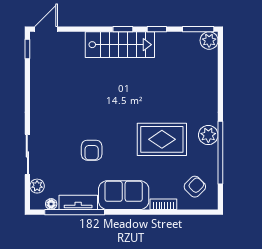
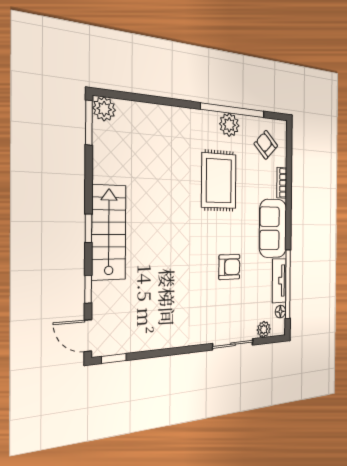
window: (157, 29) -> (88, 289), moved
plant: (208, 135) -> (229, 125), moved

